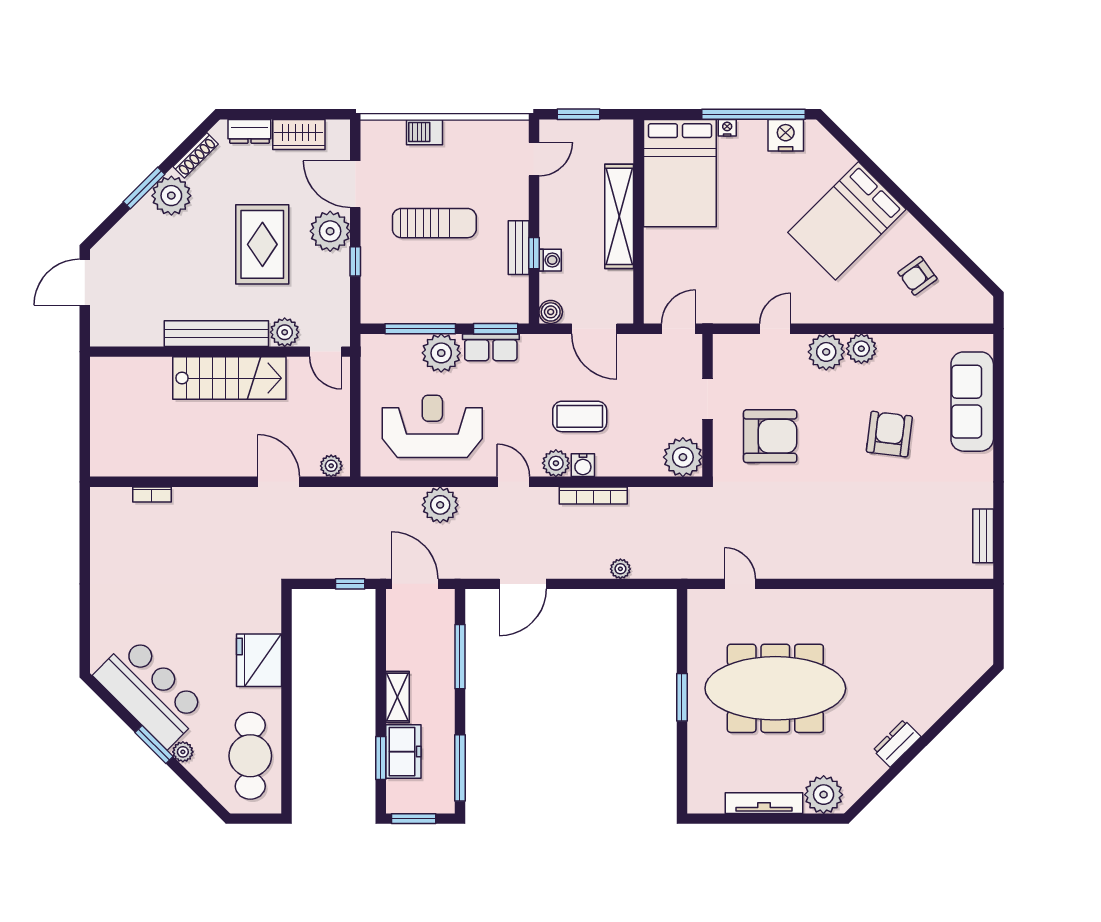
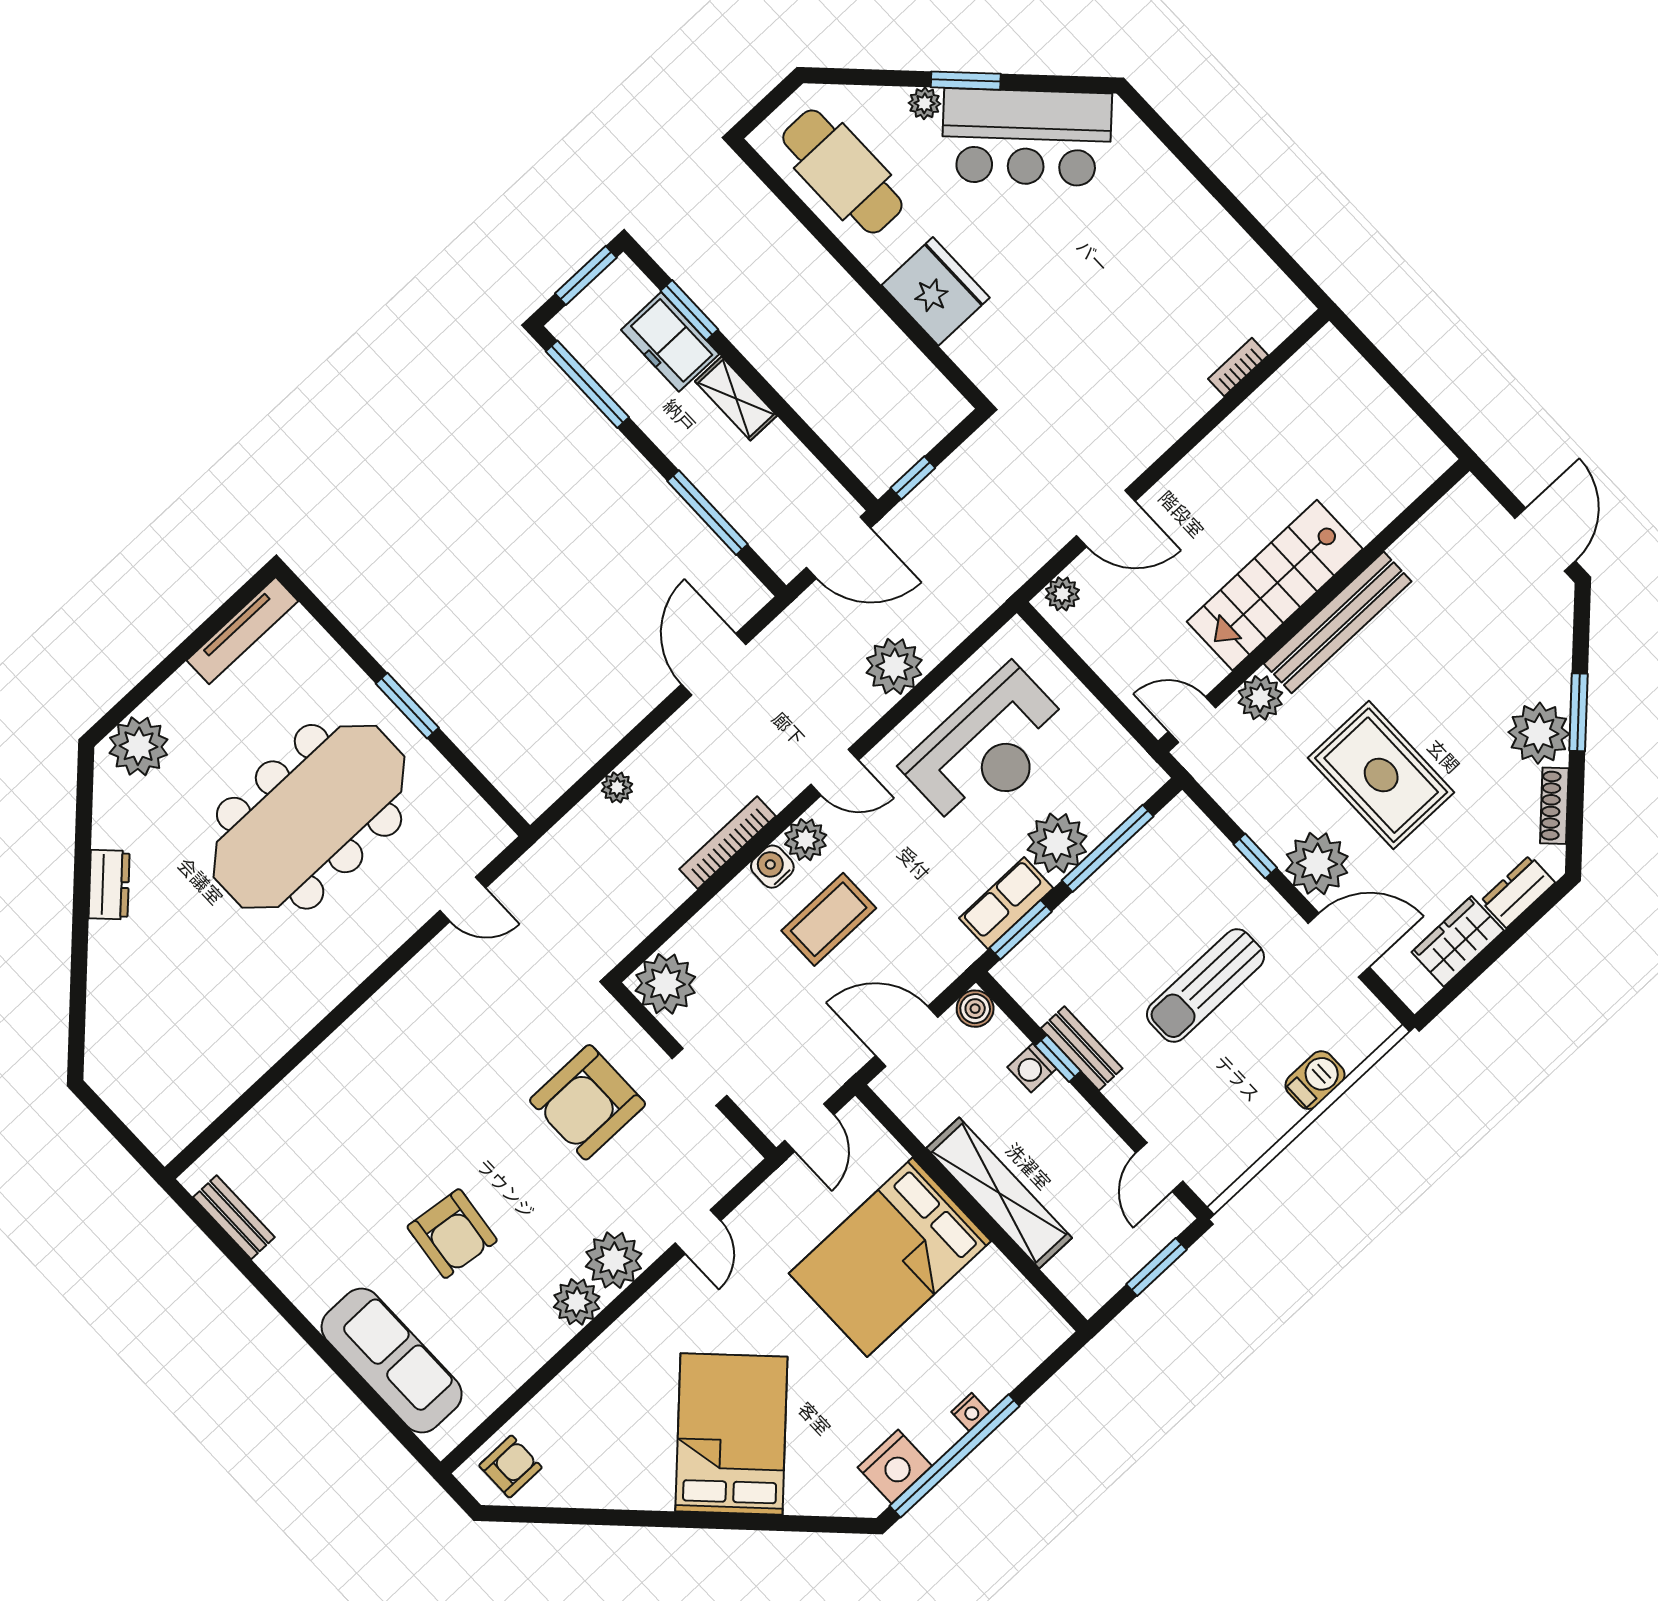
bed: (680, 173) -> (890, 1257), moved, turned -90
armchair: (917, 276) -> (510, 1467), moved, turned 36
tv unit: (764, 803) -> (242, 631), moved

